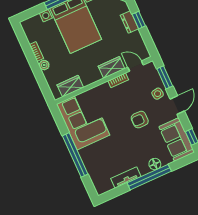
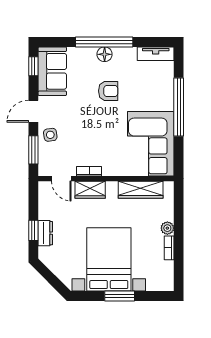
wardrobe: (70, 86) -> (141, 190), width x1.50
armchair: (140, 120) -> (108, 91), moved
floor lamp: (155, 164) -> (105, 54), moved
tv unit: (126, 178) -> (156, 54), moved

